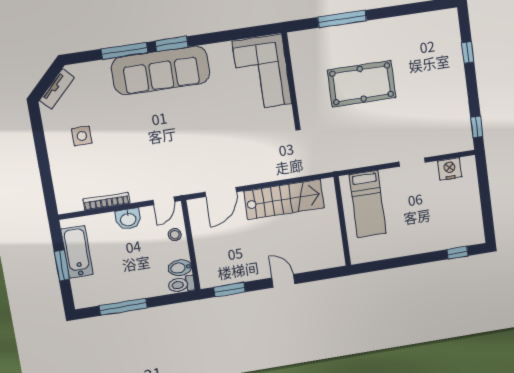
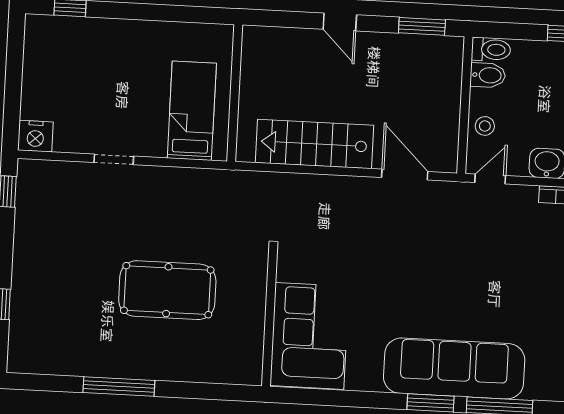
window: (342, 19) -> (119, 387), moved
nightstand: (450, 169) -> (35, 136), moved
door: (221, 192) -> (405, 175), hinge flipped

